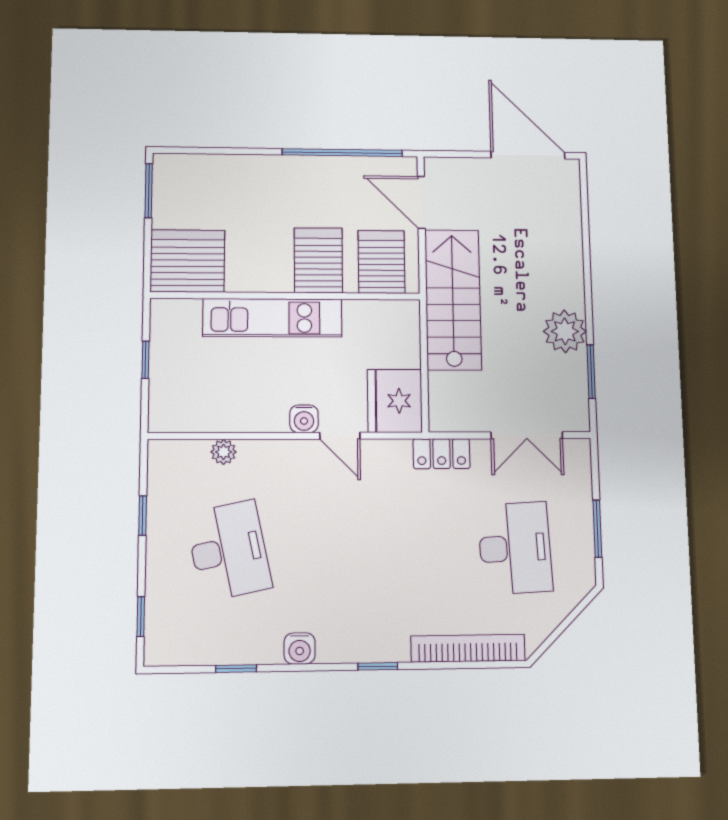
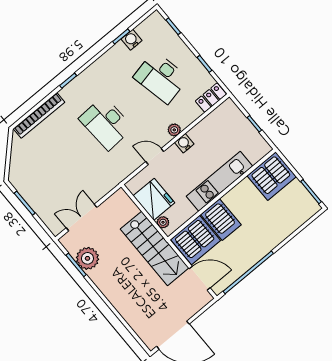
server rack: (381, 262) -> (195, 240), width x1.60
plant: (409, 327) -> (163, 222), added
plant: (565, 331) -> (87, 258), moved
fridge: (395, 401) -> (154, 199), moved
water cooler: (304, 419) -> (184, 143), moved
plant: (224, 452) -> (174, 130), moved
locker: (442, 454) -> (211, 98), moved
desk: (515, 548) -> (106, 123), moved
water cooler: (300, 648) -> (132, 40), moved

